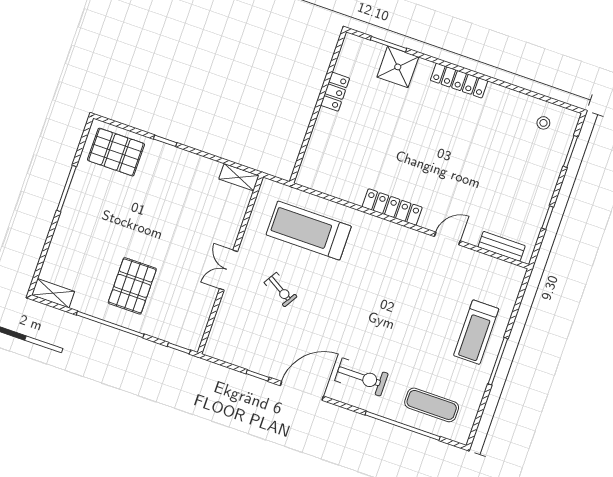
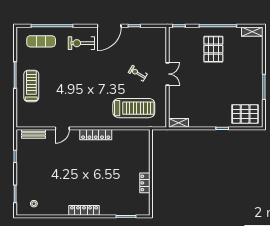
shower: (398, 67) -> (117, 206), removed

